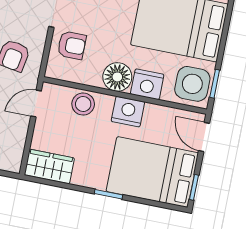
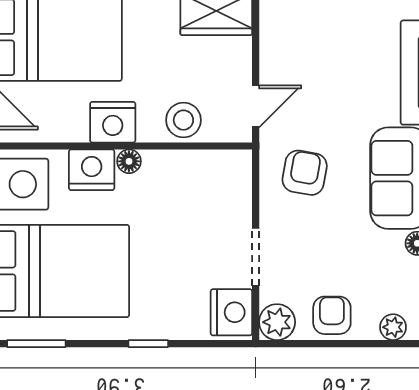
armchair: (72, 45) -> (219, 206), removed
floor lamp: (117, 77) -> (129, 161), width x0.53, depth x0.53

